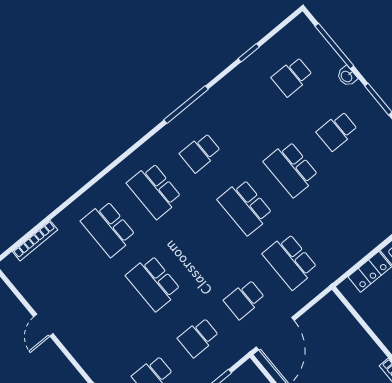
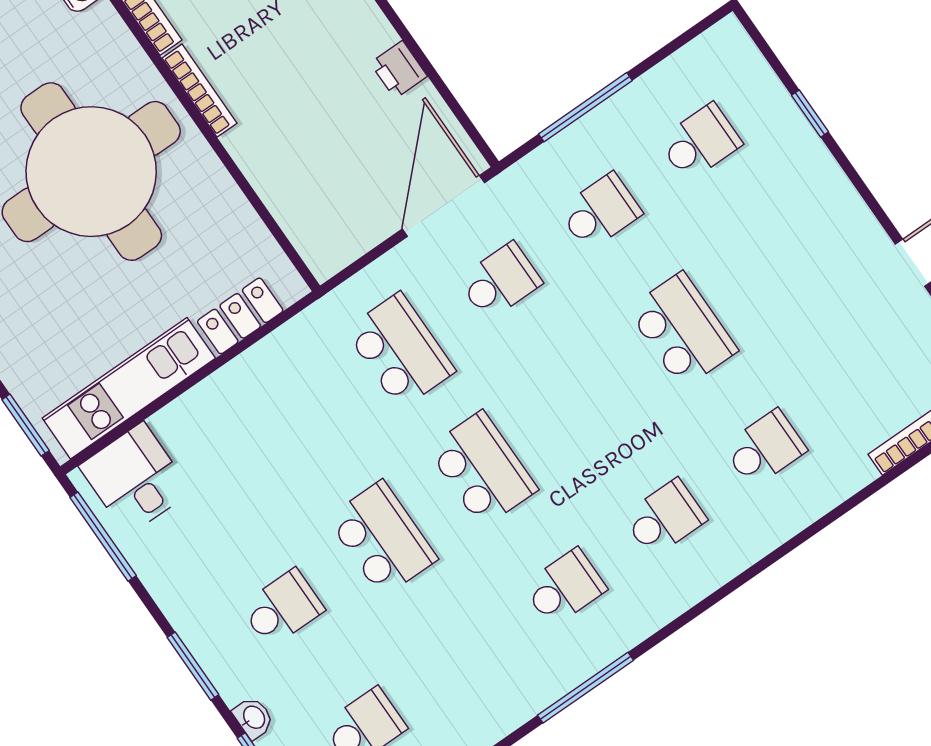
school desk: (154, 191) -> (665, 518), width x0.54
school desk: (108, 229) -> (765, 448), width x0.54

